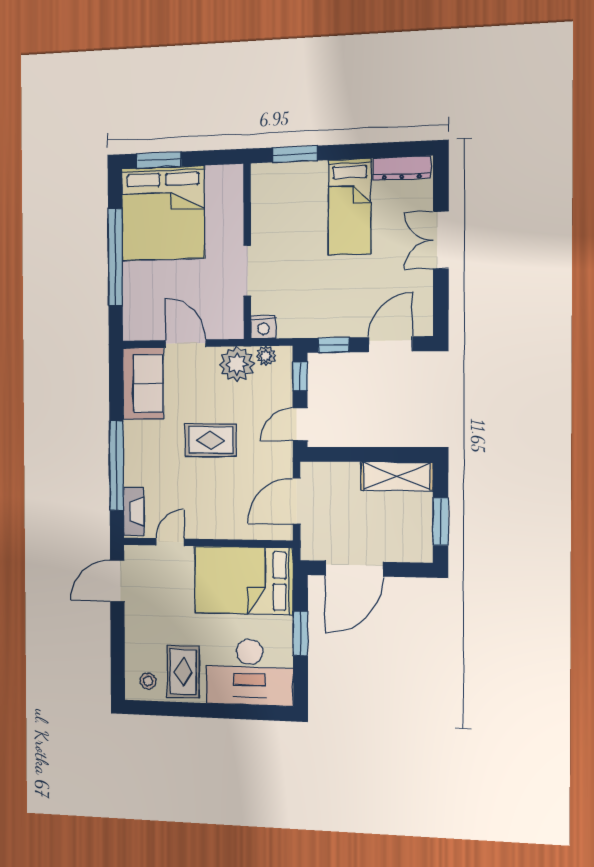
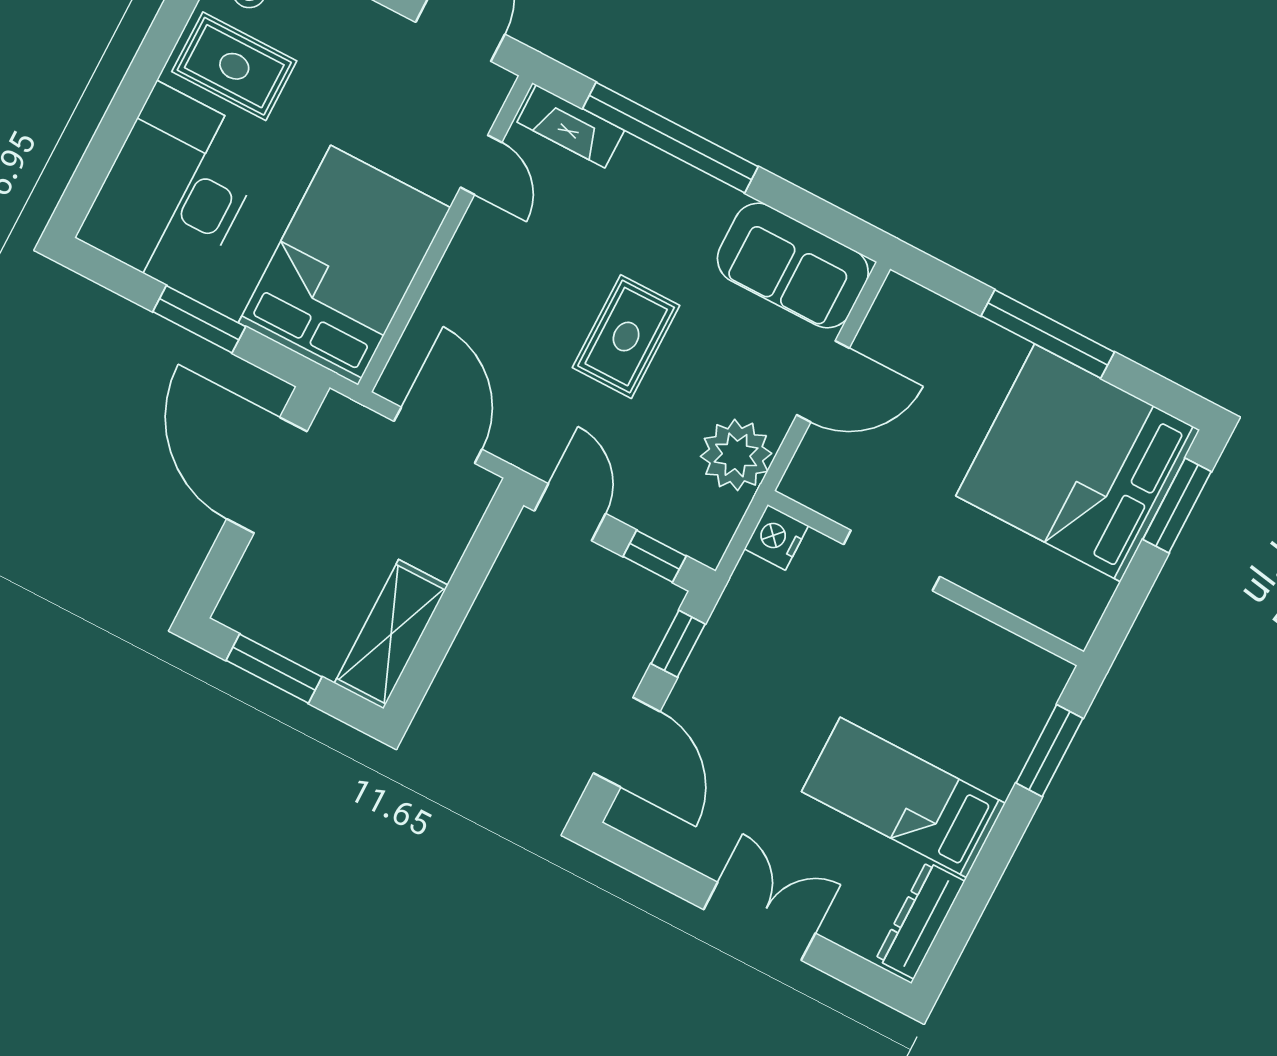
window: (115, 257) -> (1048, 334), width x0.68
plant: (266, 356) -> (723, 515), removed

